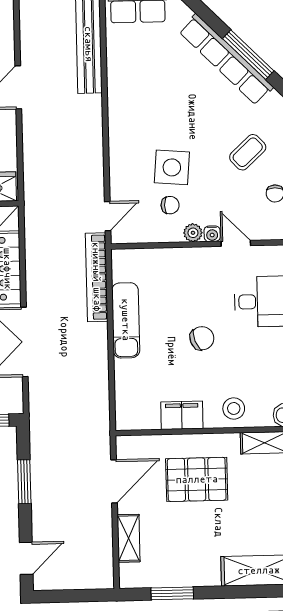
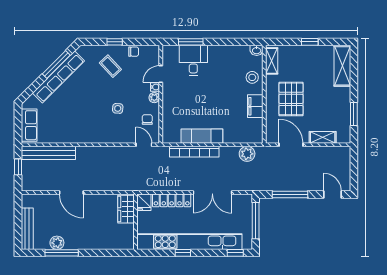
side table: (172, 167) -> (118, 108), width x0.54, depth x0.54
chair: (170, 205) -> (147, 120), moved
bookcase: (97, 277) -> (194, 152), moved
chair: (202, 338) -> (213, 94), removed
plant: (96, 403) -> (247, 154), added
window: (24, 482) -> (290, 194), width x1.44

